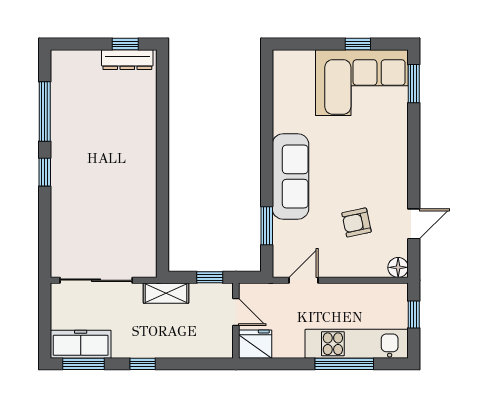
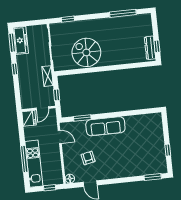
corner sofa: (362, 83) -> (151, 154), removed
window: (45, 172) -> (68, 19), moved
spiral stairs: (123, 202) -> (86, 52), added

